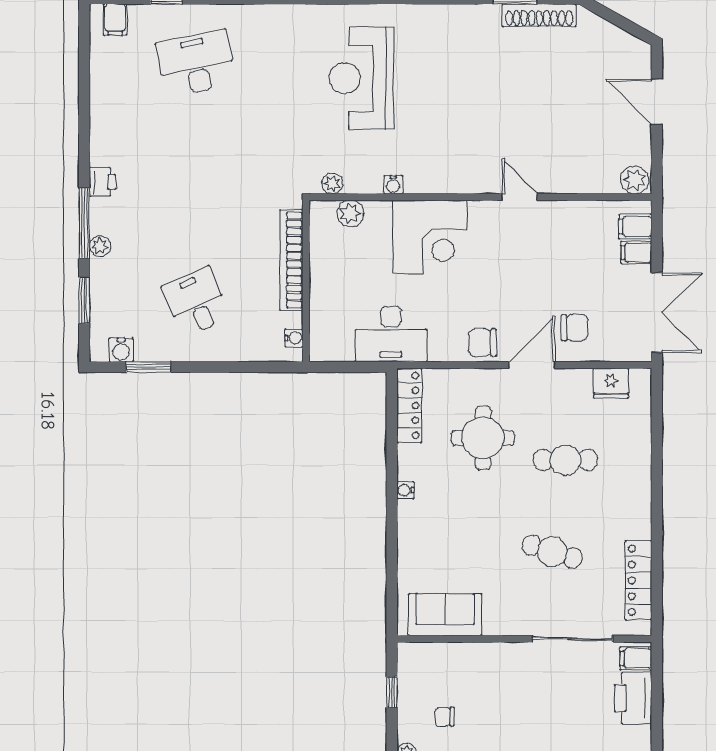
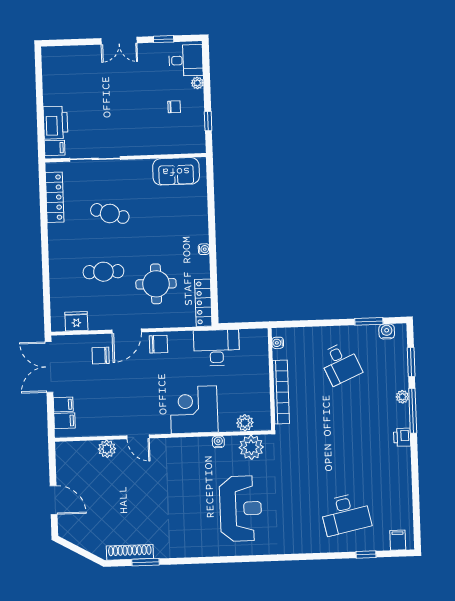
plant: (635, 180) -> (107, 449), moved
plant: (332, 184) -> (251, 447), width x1.87, depth x1.87

